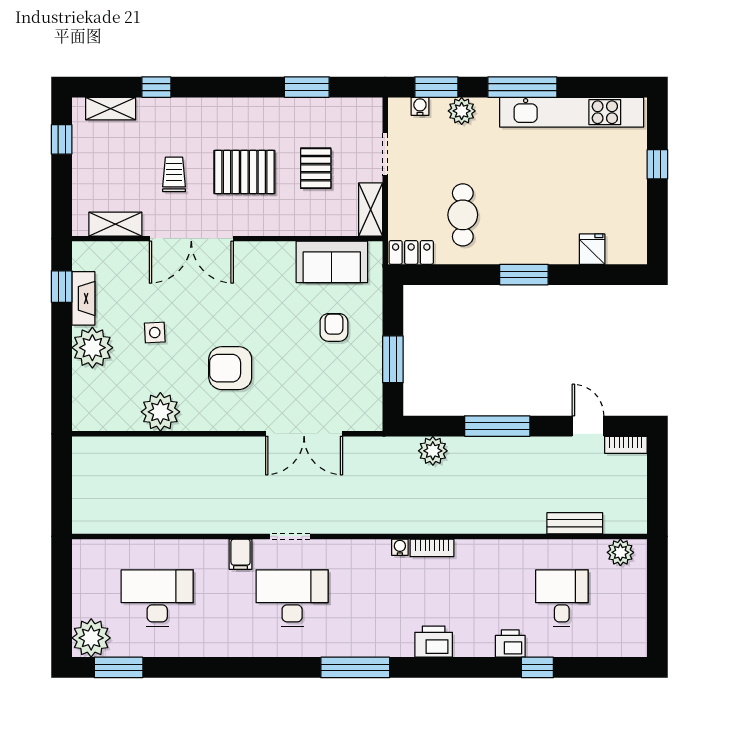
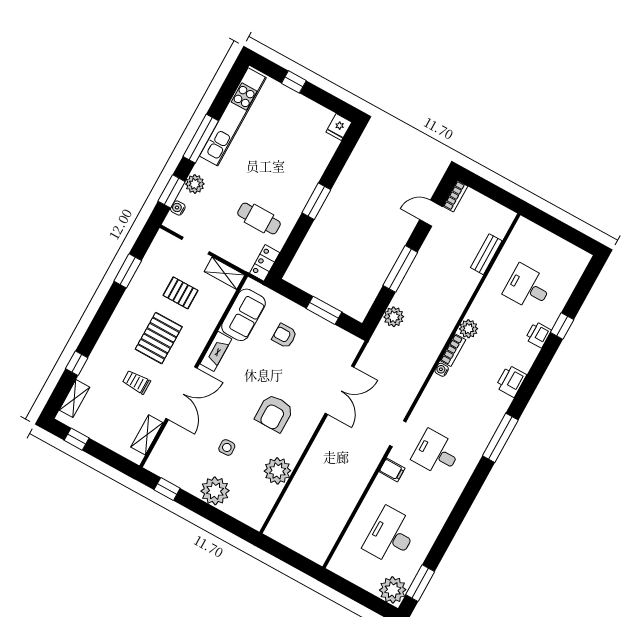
fridge: (592, 249) -> (339, 127), moved, turned -90
fireplace: (83, 298) -> (216, 351), moved, turned 90
plant: (620, 552) -> (468, 329), moved
desk: (292, 598) -> (436, 453), width x0.73

